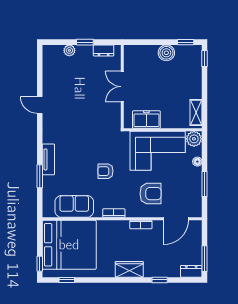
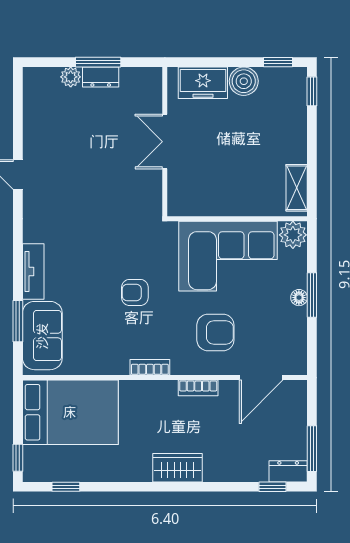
window: (85, 42) -> (98, 62), width x1.50
dresser: (104, 50) -> (101, 77), moved
freezer: (146, 120) -> (203, 83), moved, turned 180
floor lamp: (197, 162) -> (299, 298), moved
window: (40, 176) -> (18, 321), moved
window: (205, 184) -> (312, 295), moved
sofa: (74, 206) -> (42, 336), moved, turned 90
bed: (69, 245) -> (70, 412), width x0.73
window: (160, 280) -> (272, 487), moved

